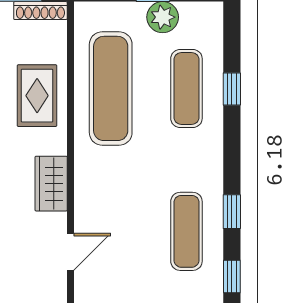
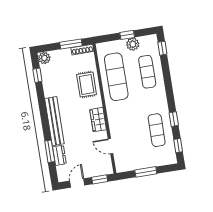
window: (232, 89) -> (162, 48), moved
door: (71, 252) -> (111, 146), swing flipped

